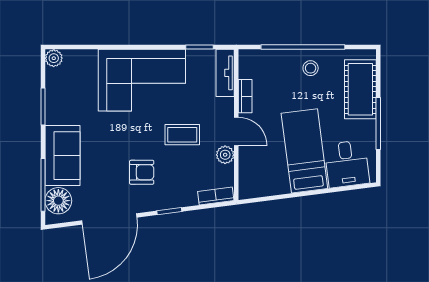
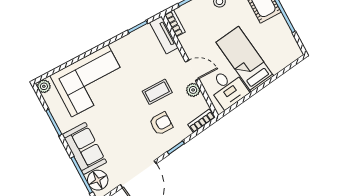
corner sofa: (142, 80) -> (90, 81), moved
bookcase: (245, 96) -> (175, 23), moved
desk: (347, 164) -> (228, 88), moved
armchair: (142, 172) -> (161, 124), moved

